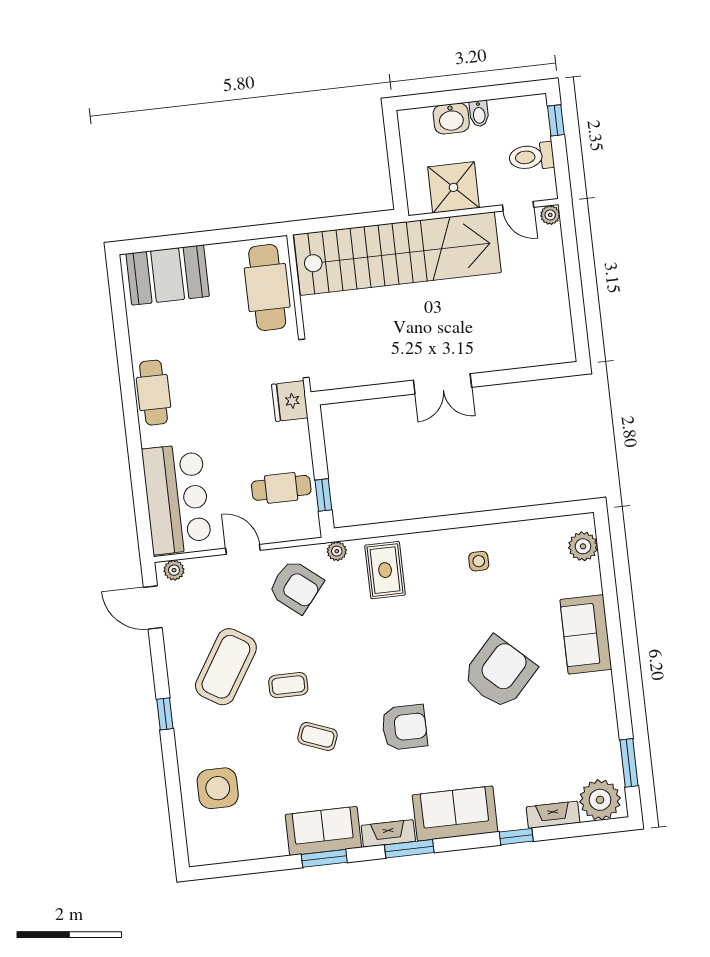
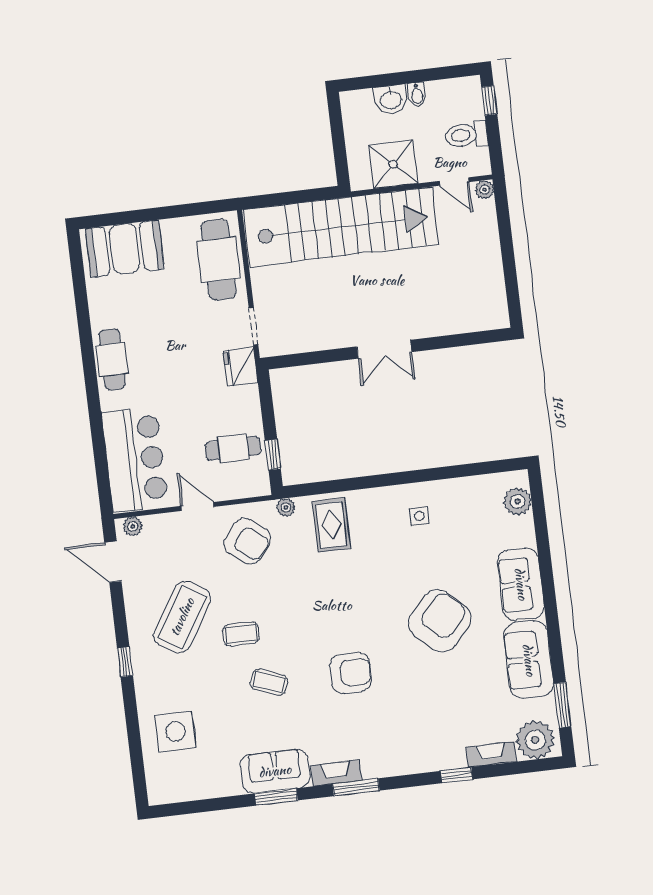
sofa: (455, 813) -> (529, 660), moved, turned -90

